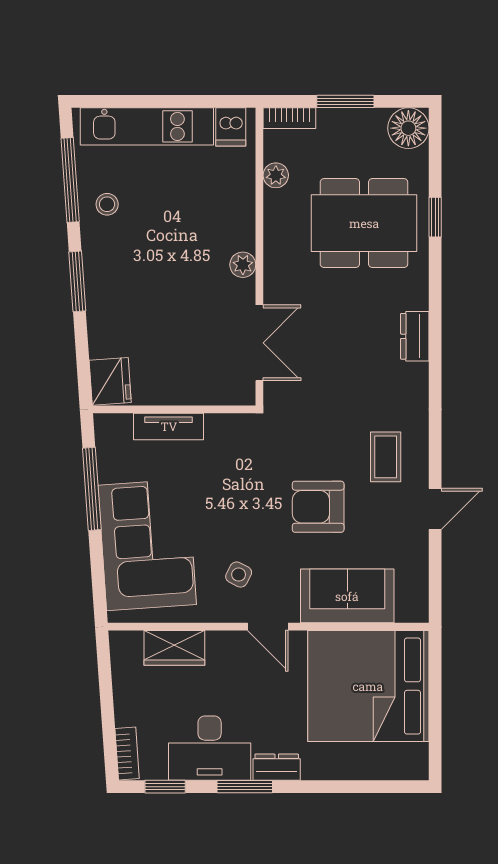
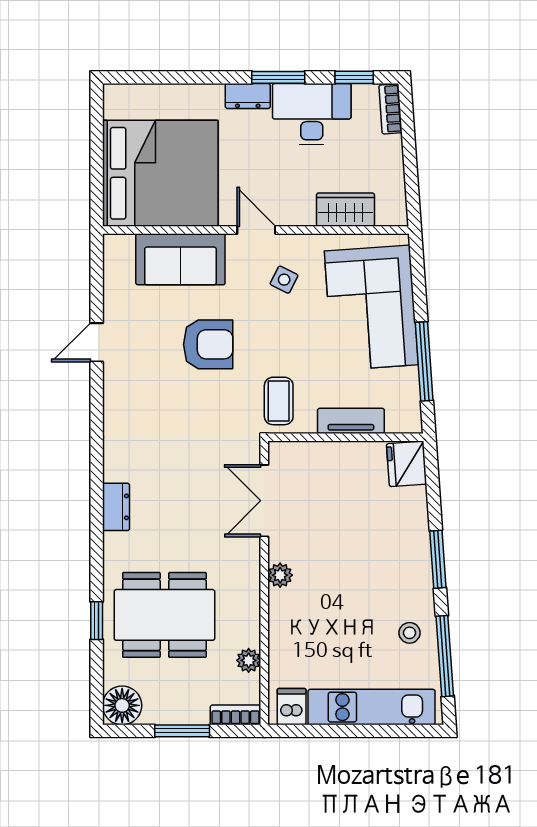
coffee table: (386, 457) -> (279, 401), moved

